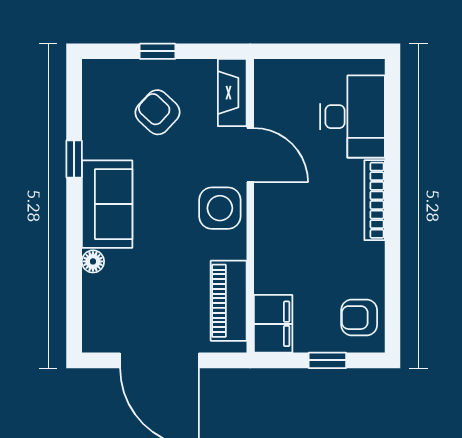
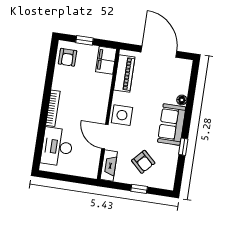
armchair: (359, 318) -> (68, 57), turned 90

